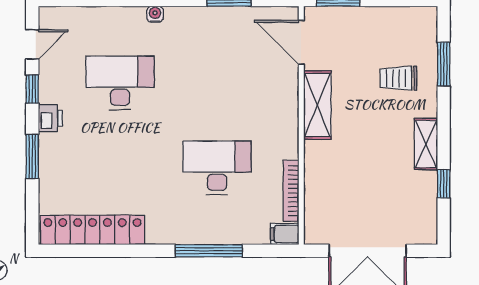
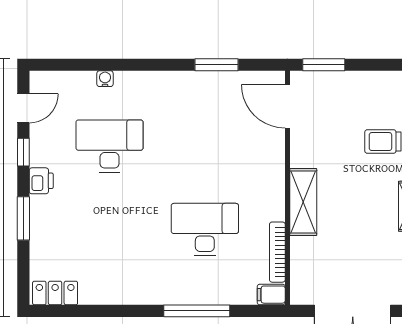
water cooler: (155, 14) -> (105, 79), moved
shelving: (317, 105) -> (303, 202), moved
locker: (92, 230) -> (55, 293), width x0.46, depth x0.83

